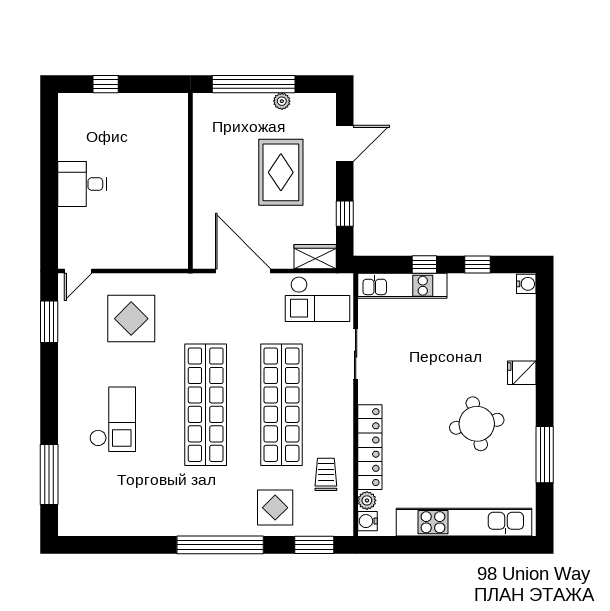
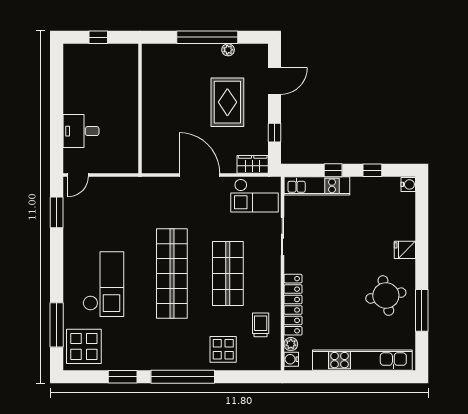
wall: (190, 181) -> (140, 109), moved
desk: (82, 184) -> (81, 131), moved
display table: (131, 319) -> (84, 346), moved
shop shelf: (281, 405) -> (228, 273), width x0.71
checkout: (113, 419) -> (103, 284), width x1.36, depth x1.21
round table: (477, 424) -> (386, 296), moved
window: (314, 545) -> (123, 377), moved

